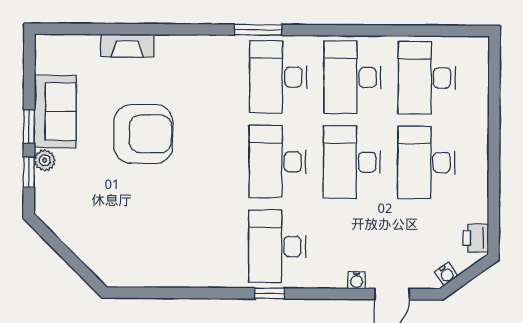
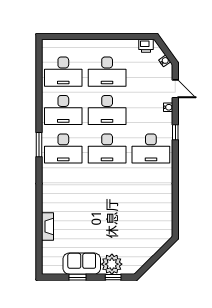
window: (258, 30) -> (39, 145), moved
window: (29, 127) -> (78, 277), moved
armchair: (143, 134) -> (93, 218), removed
plant: (45, 160) -> (112, 264), width x1.87, depth x1.87
window: (270, 293) -> (175, 132), moved

